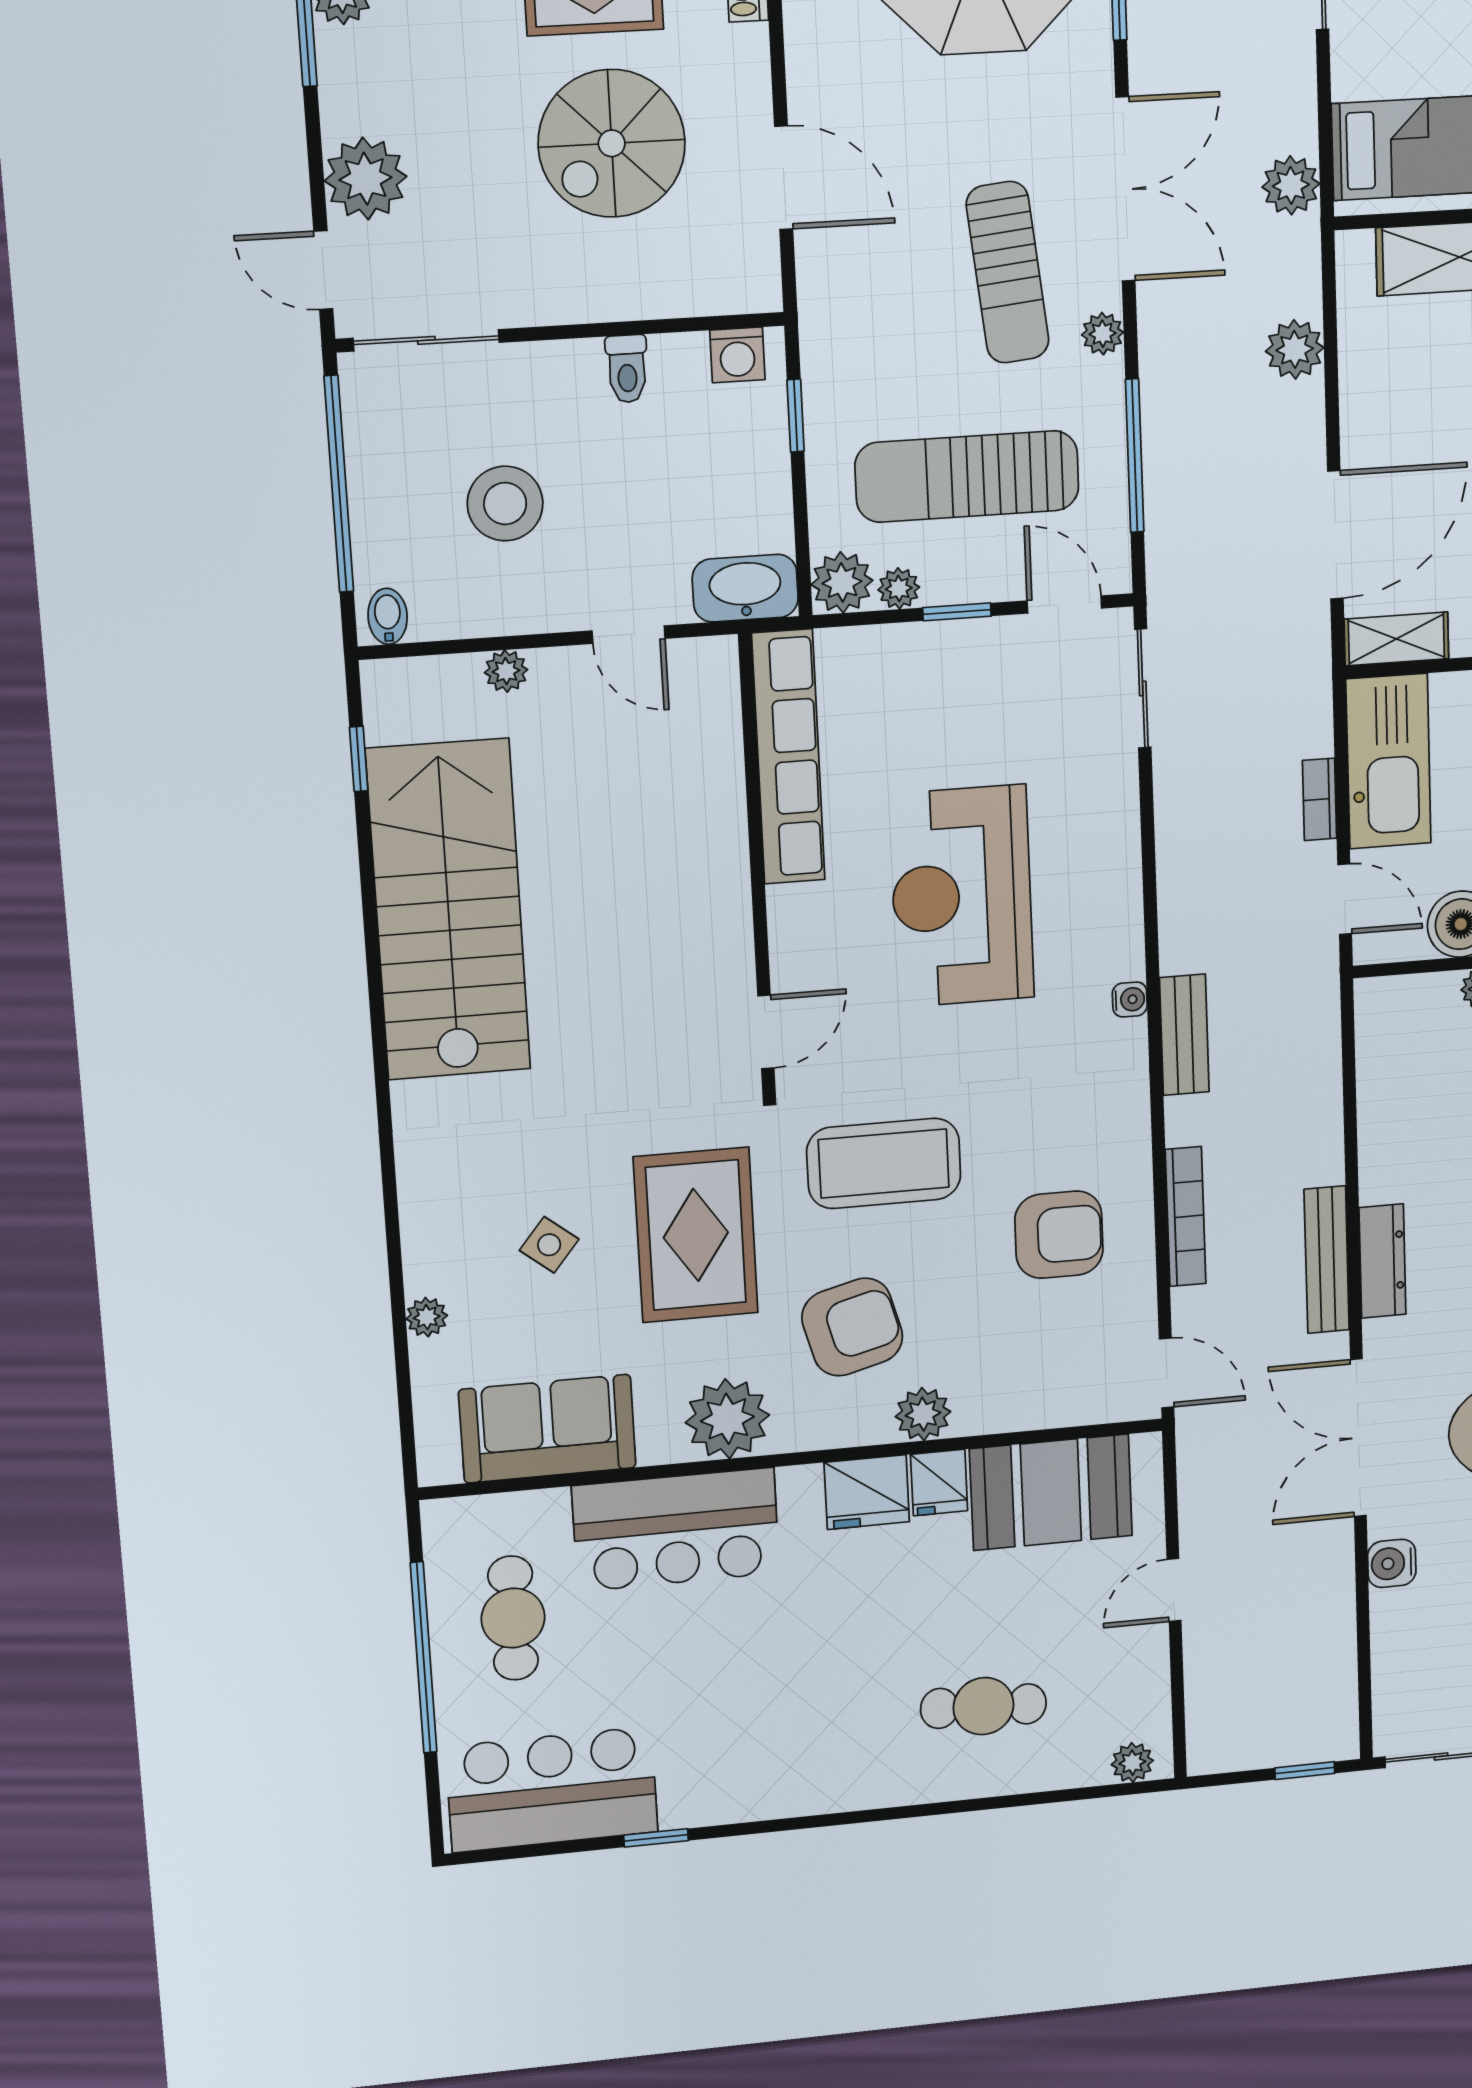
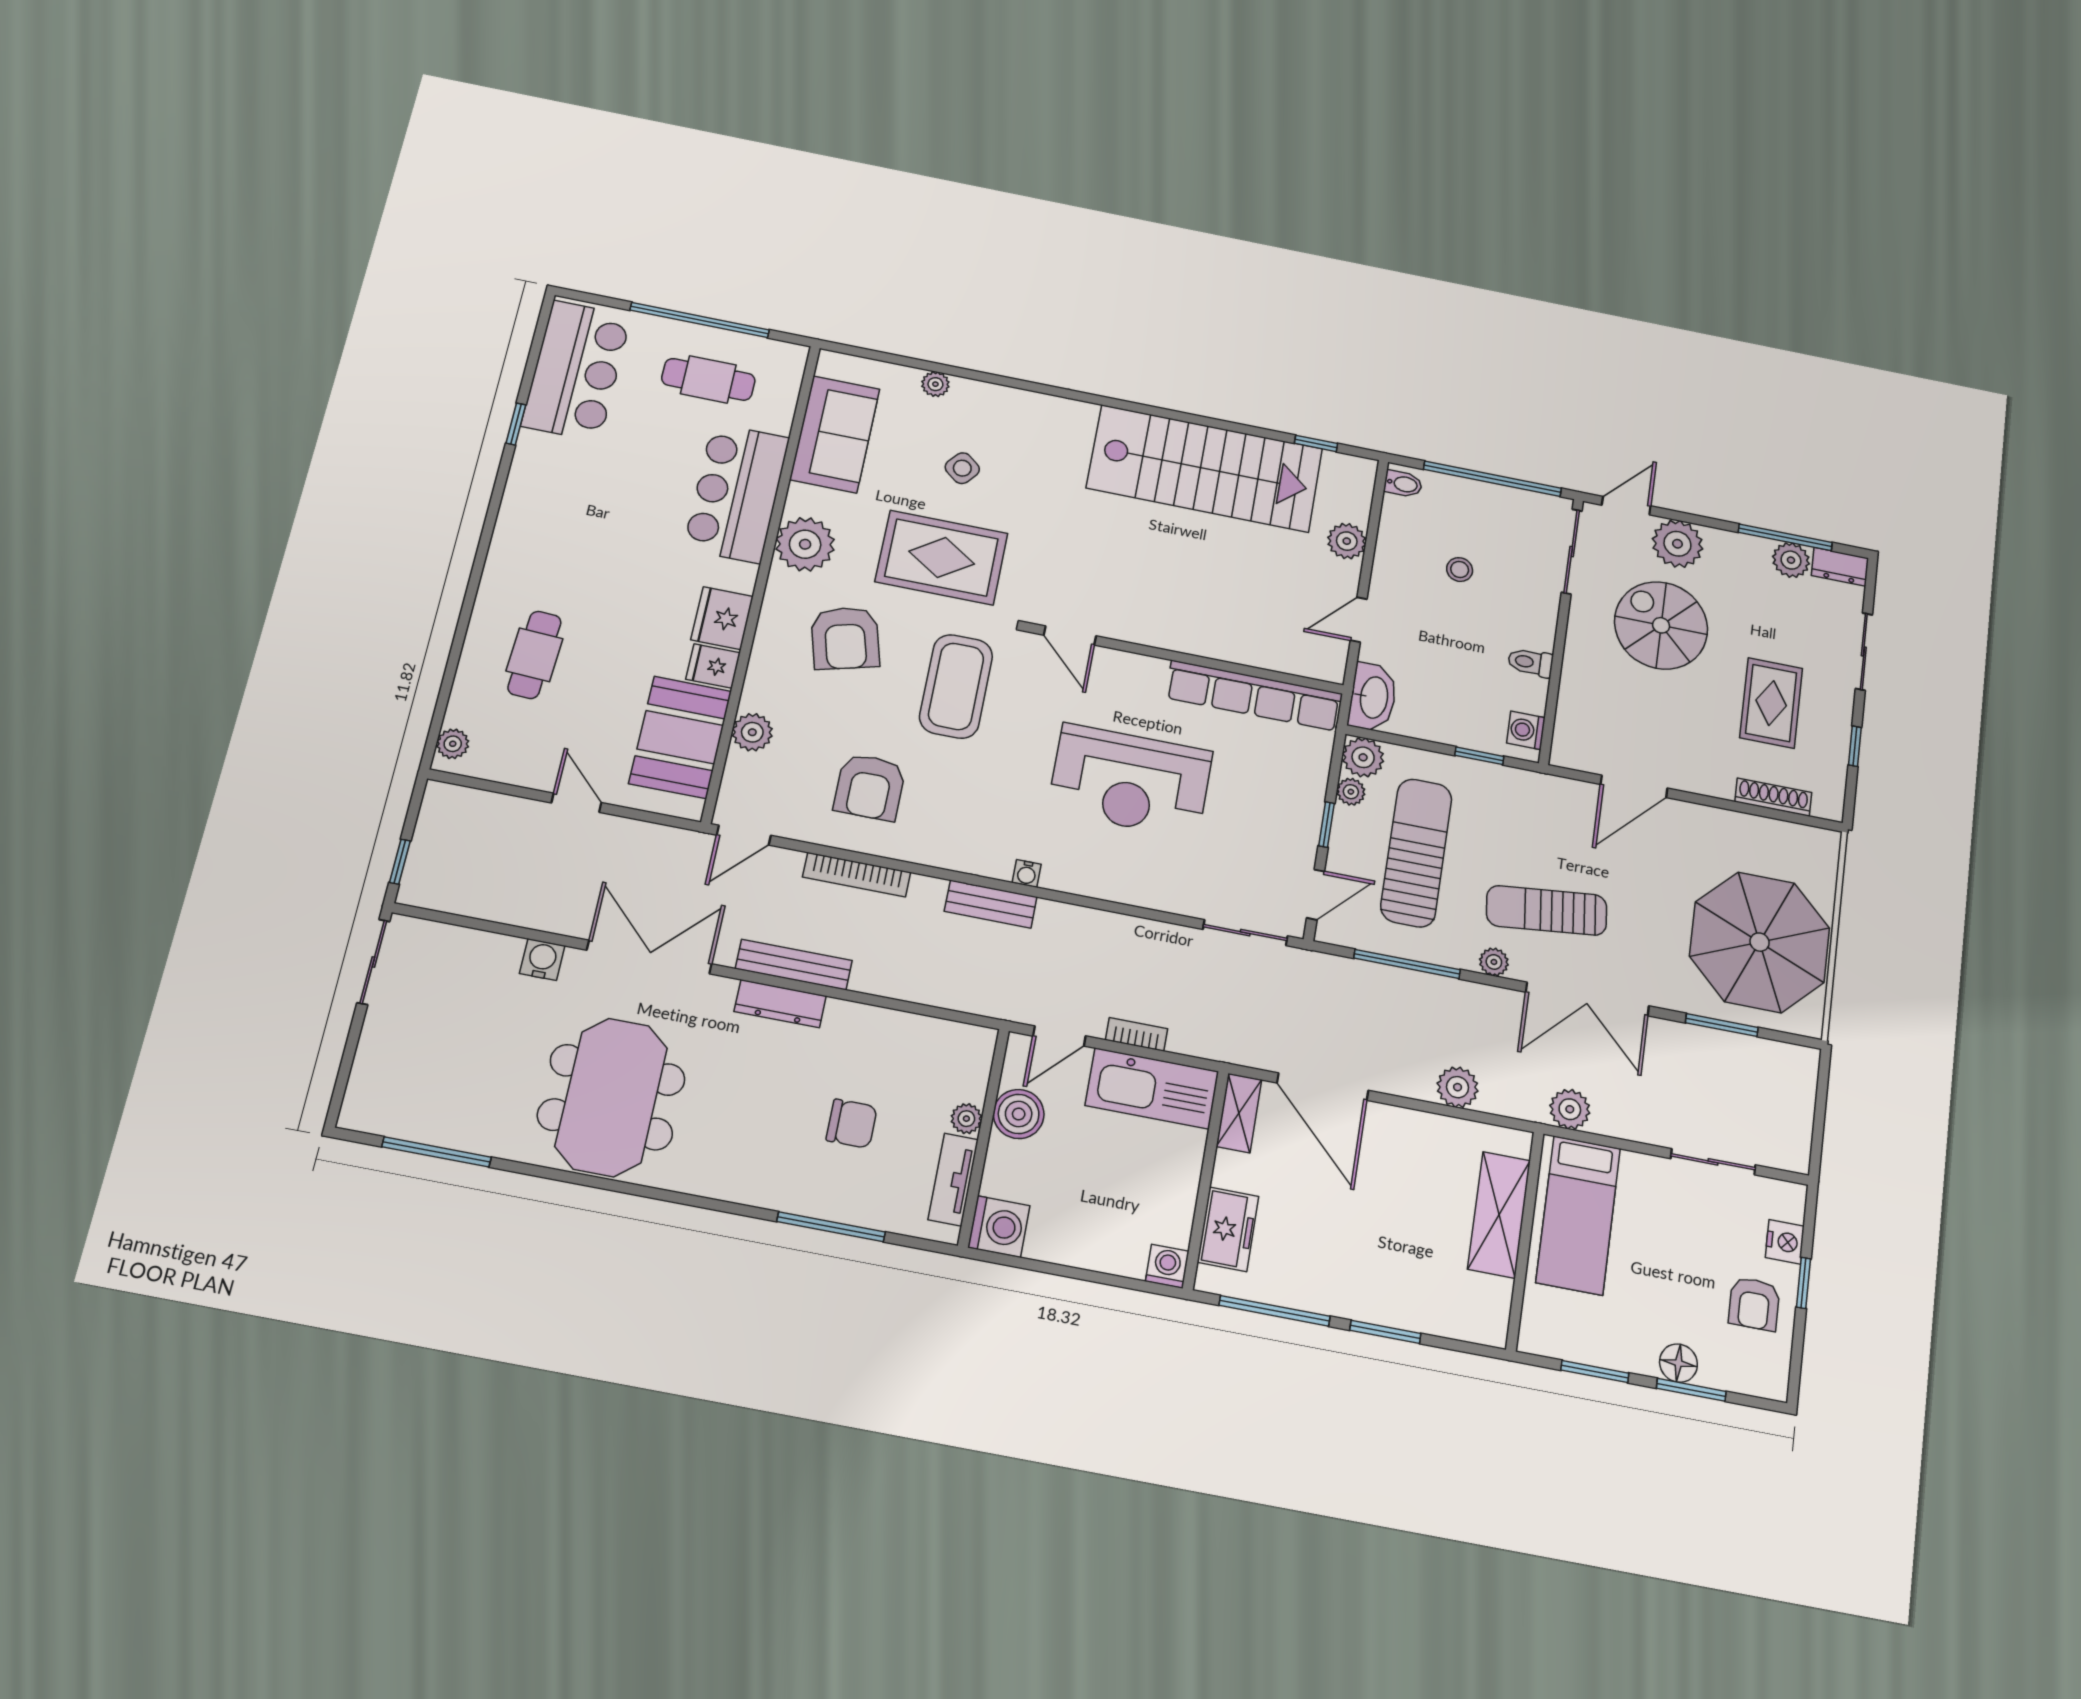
spiral stairs: (612, 143) -> (1661, 625), moved
stool: (505, 504) -> (1460, 570), width x0.53, depth x0.53
plant: (506, 671) -> (1347, 541), width x1.38, depth x1.38
reception desk: (962, 896) -> (1130, 781), turned 180
plant: (923, 1414) -> (752, 732), moved

